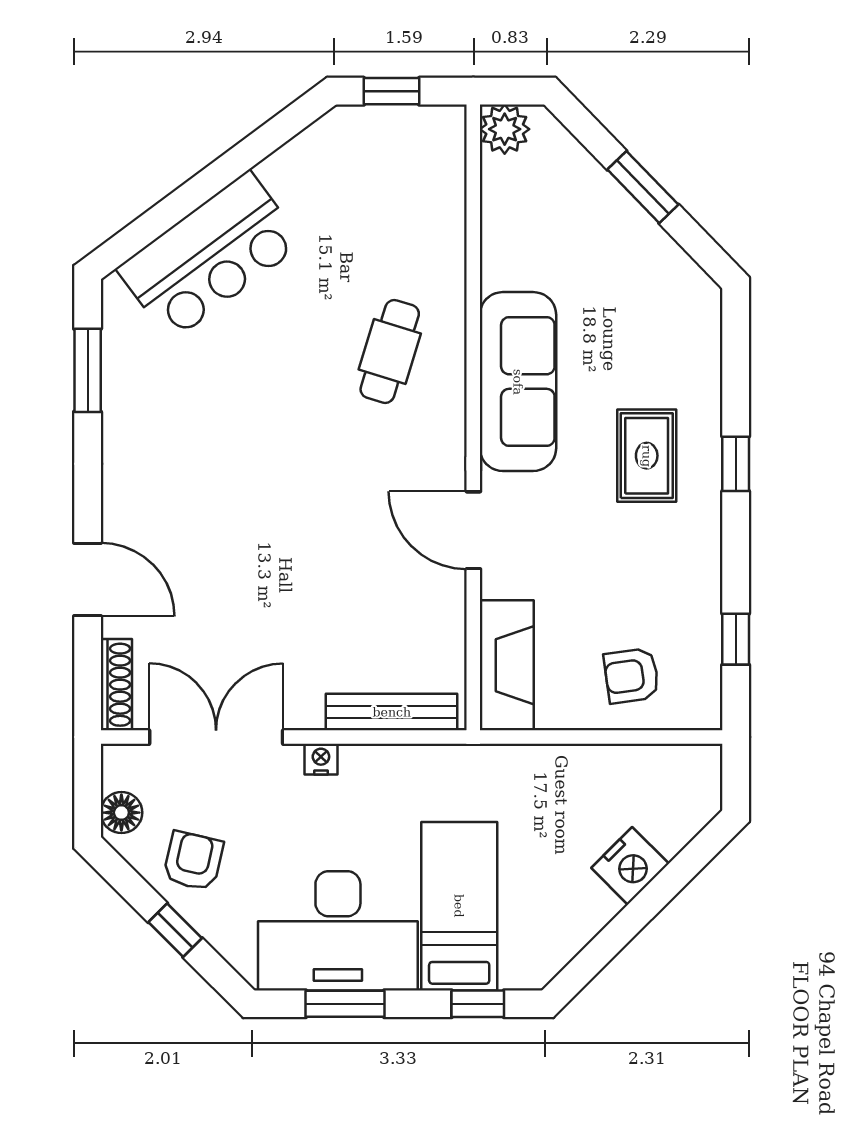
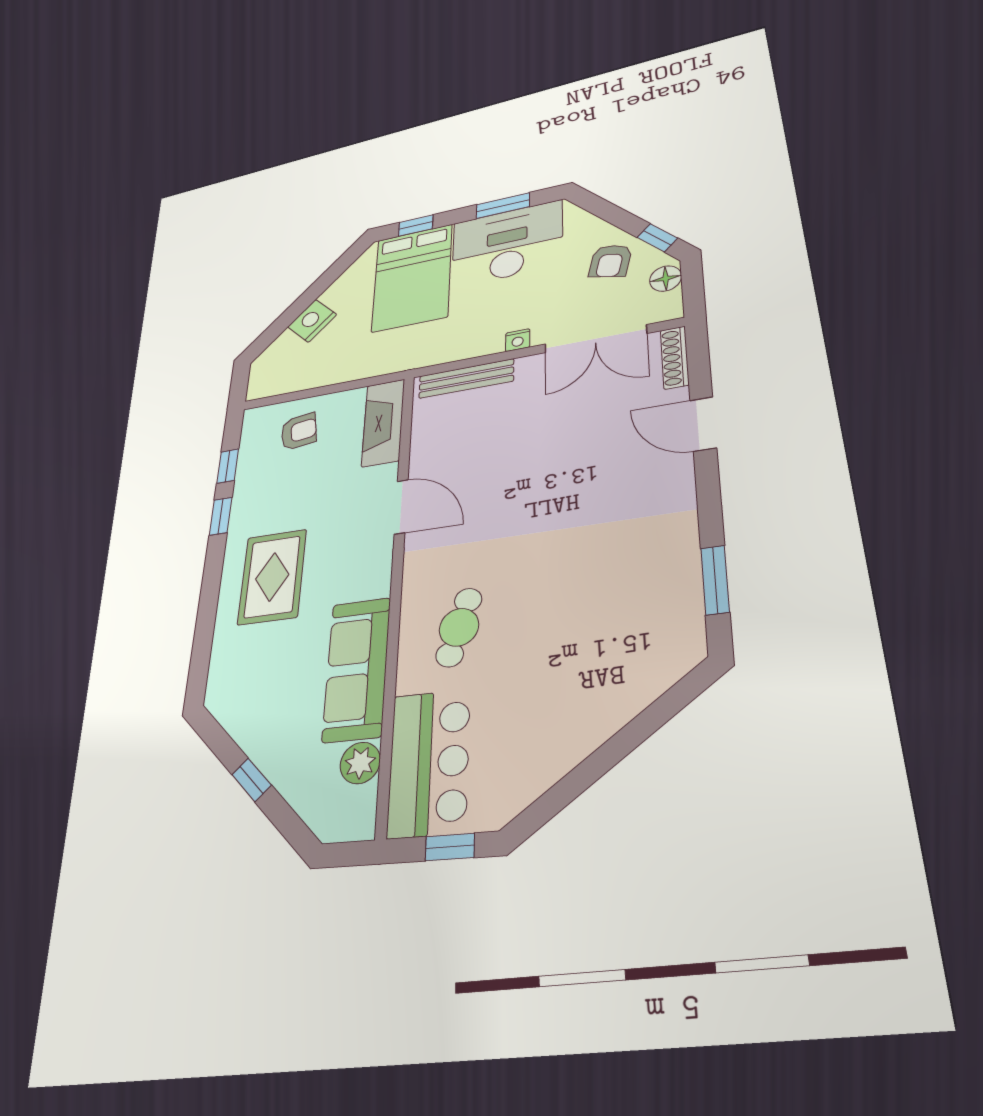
plant: (505, 129) -> (360, 763), moved
window: (643, 187) -> (252, 780), width x0.67
bar counter: (210, 256) -> (429, 763), moved, turned 127
sofa: (518, 382) -> (357, 669), moved
rug: (647, 456) -> (272, 577), width x1.36, depth x1.43
window: (736, 464) -> (221, 516), moved
bed: (459, 906) -> (412, 278), width x1.50
window: (175, 930) -> (657, 238), moved

